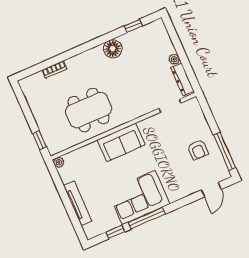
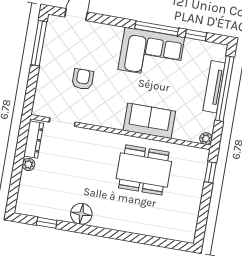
bookcase: (54, 69) -> (151, 231), removed
sofa: (121, 142) -> (149, 121), moved
armchair: (198, 150) -> (83, 79), moved
window: (69, 207) -> (225, 89), added

